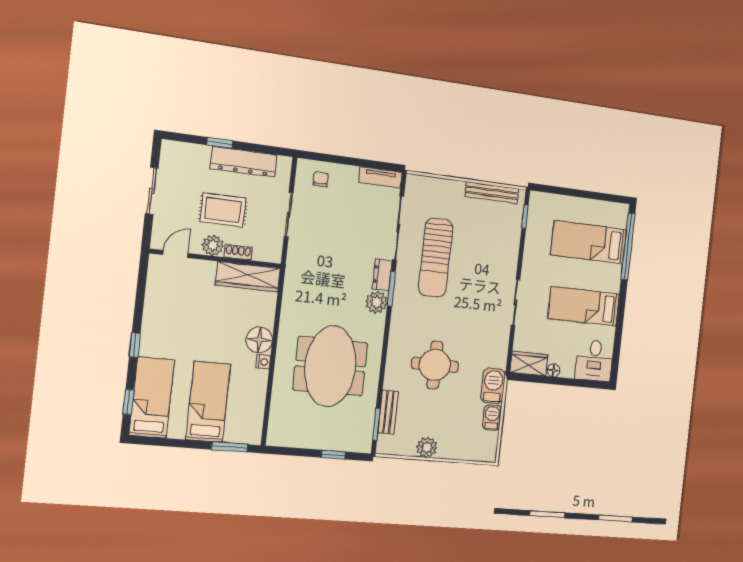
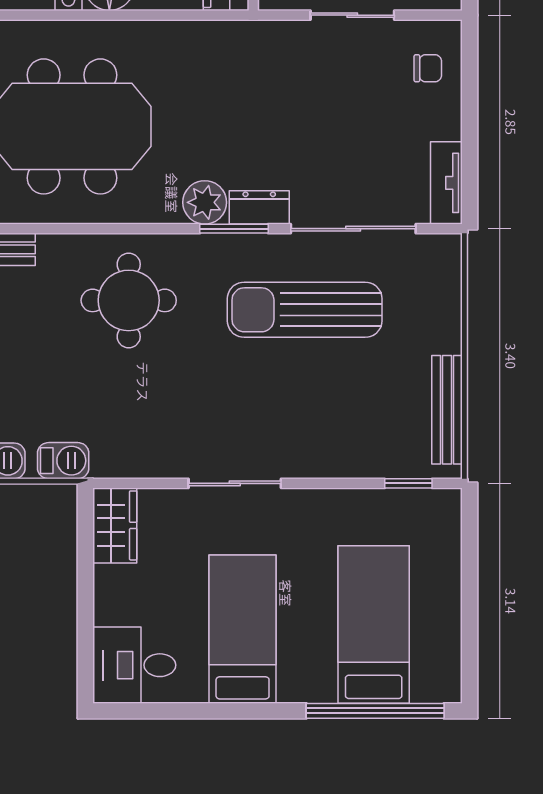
round table: (435, 365) -> (129, 300), moved
floor lamp: (553, 370) -> (106, 579), removed
barbecue: (493, 386) -> (63, 461), width x0.73, depth x0.79

